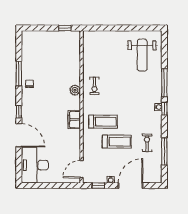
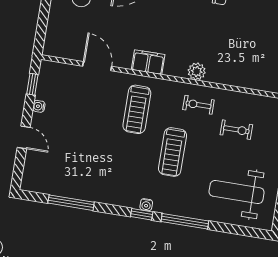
treadmill: (117, 142) -> (173, 152), moved
exercise bike: (147, 143) -> (236, 130), moved
door: (81, 169) -> (97, 66), moved
door: (130, 186) -> (24, 137), width x0.53

